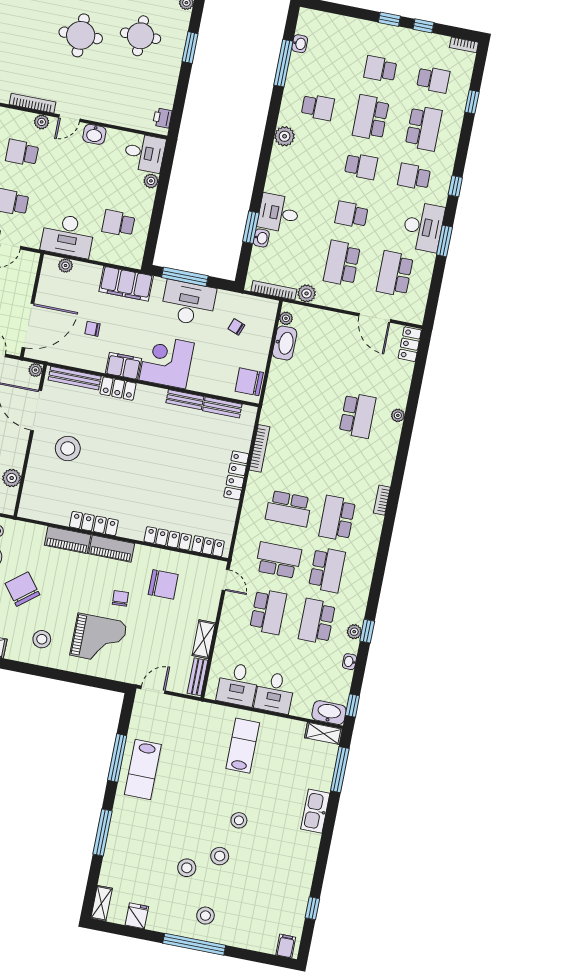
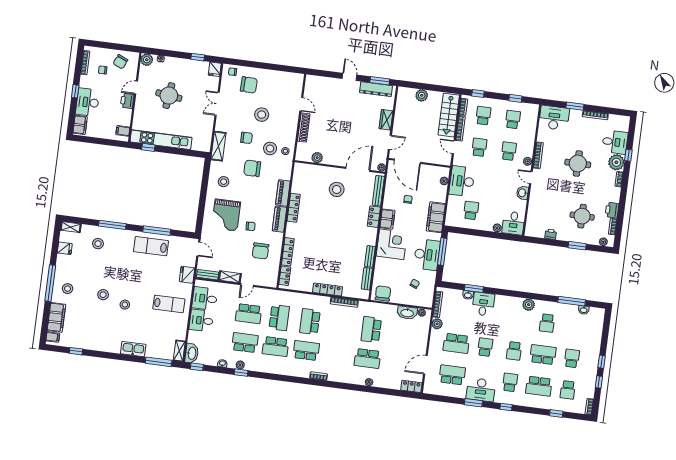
round table: (81, 35) -> (578, 164), moved
printer: (162, 118) -> (551, 234), moved
school desk: (342, 263) -> (456, 343), turned 180
school desk: (309, 406) -> (371, 330), added
door: (226, 580) -> (247, 285), moved
chair: (22, 589) -> (252, 168), turned -142
fridge: (195, 712) -> (187, 275), added
stool: (187, 868) -> (98, 244), moved
filing cabinet: (253, 938) -> (56, 317), added

